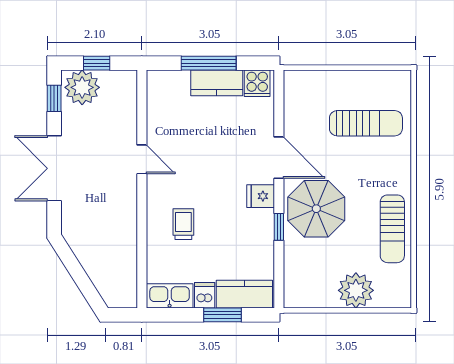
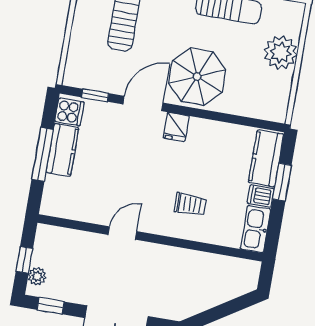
plant: (82, 87) -> (37, 276), width x0.53, depth x0.53
trolley: (183, 224) -> (190, 204), turned 180
window: (279, 227) -> (95, 95), moved

